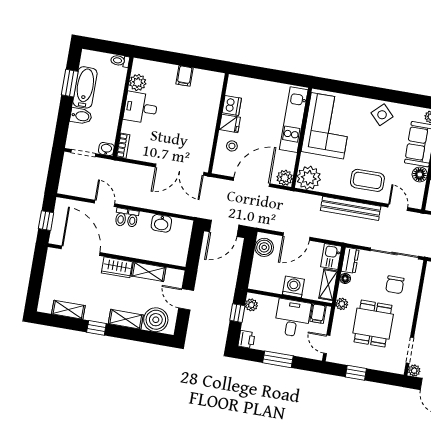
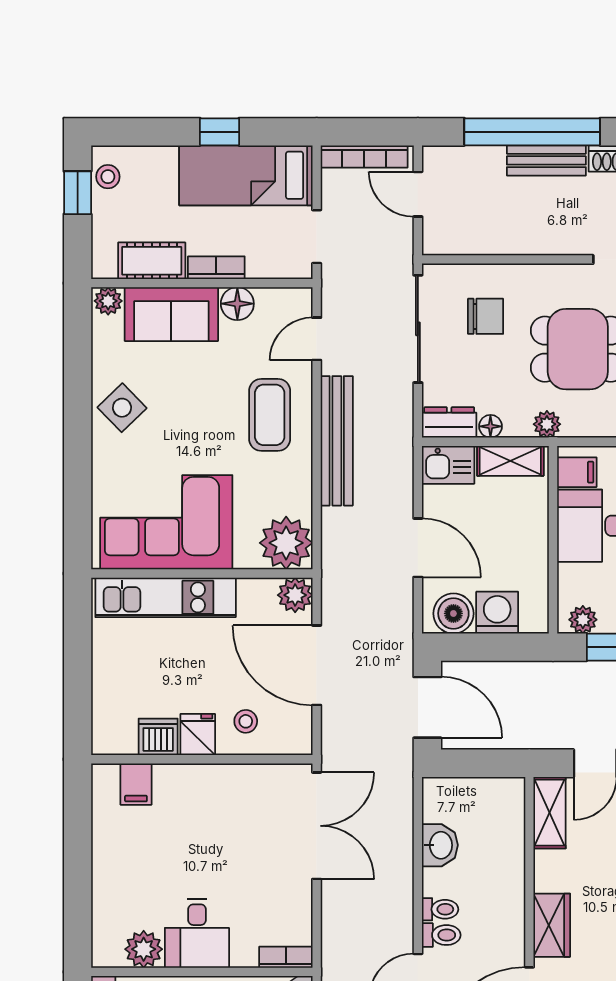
filing cabinet: (185, 76) -> (136, 784), moved, turned 90
shelving: (148, 272) -> (550, 813), moved
washing machine: (293, 287) -> (497, 613), moved, turned 90

